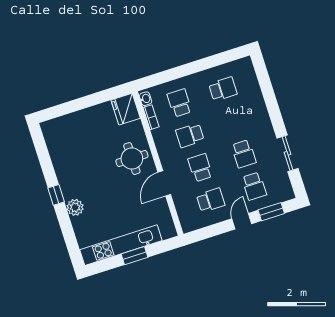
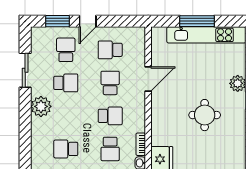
plant: (261, 123) -> (41, 106), added
school desk: (244, 154) -> (66, 83), turned 90
round table: (132, 159) -> (205, 115), moved
school desk: (200, 168) -> (110, 83), turned 180
window: (134, 256) -> (197, 21), width x1.44

